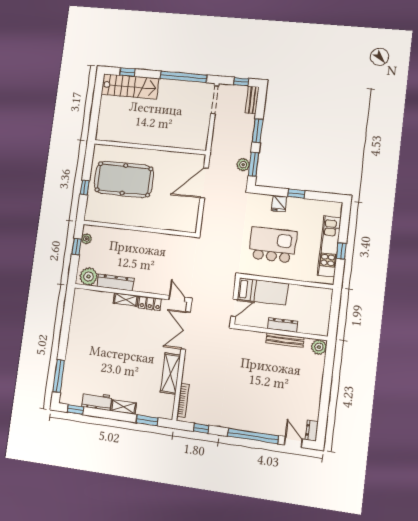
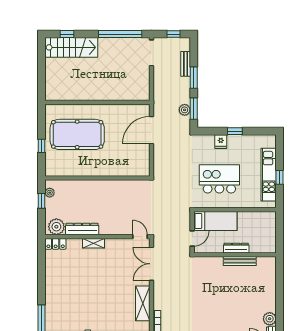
bench: (252, 100) -> (186, 64), moved
locker: (150, 303) -> (56, 244), moved
plant: (319, 347) -> (270, 319), moved

